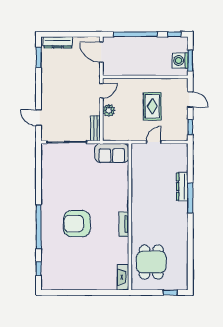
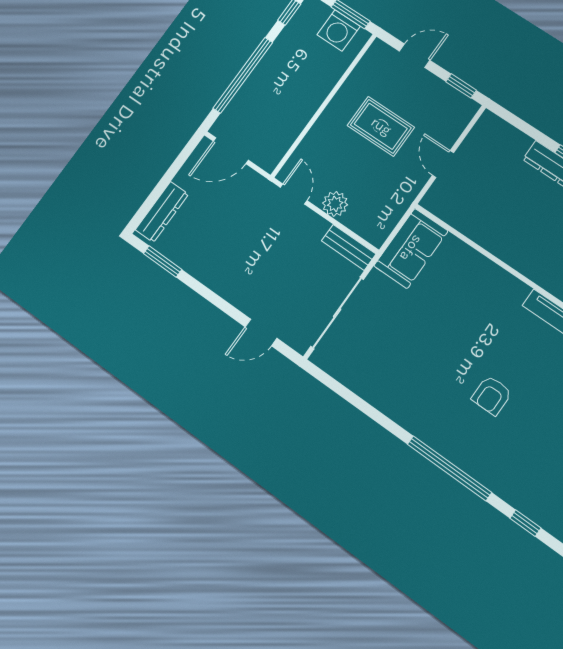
armchair: (77, 224) -> (492, 395), width x0.53, depth x0.53

